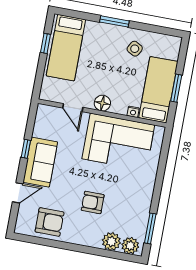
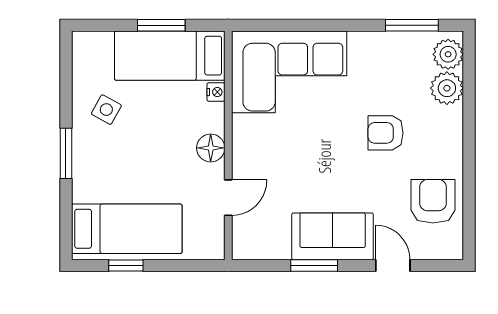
corner sofa: (118, 142) -> (289, 72), moved, turned 90
window: (26, 149) -> (314, 265), width x1.50
armchair: (93, 203) -> (386, 133), turned 90

